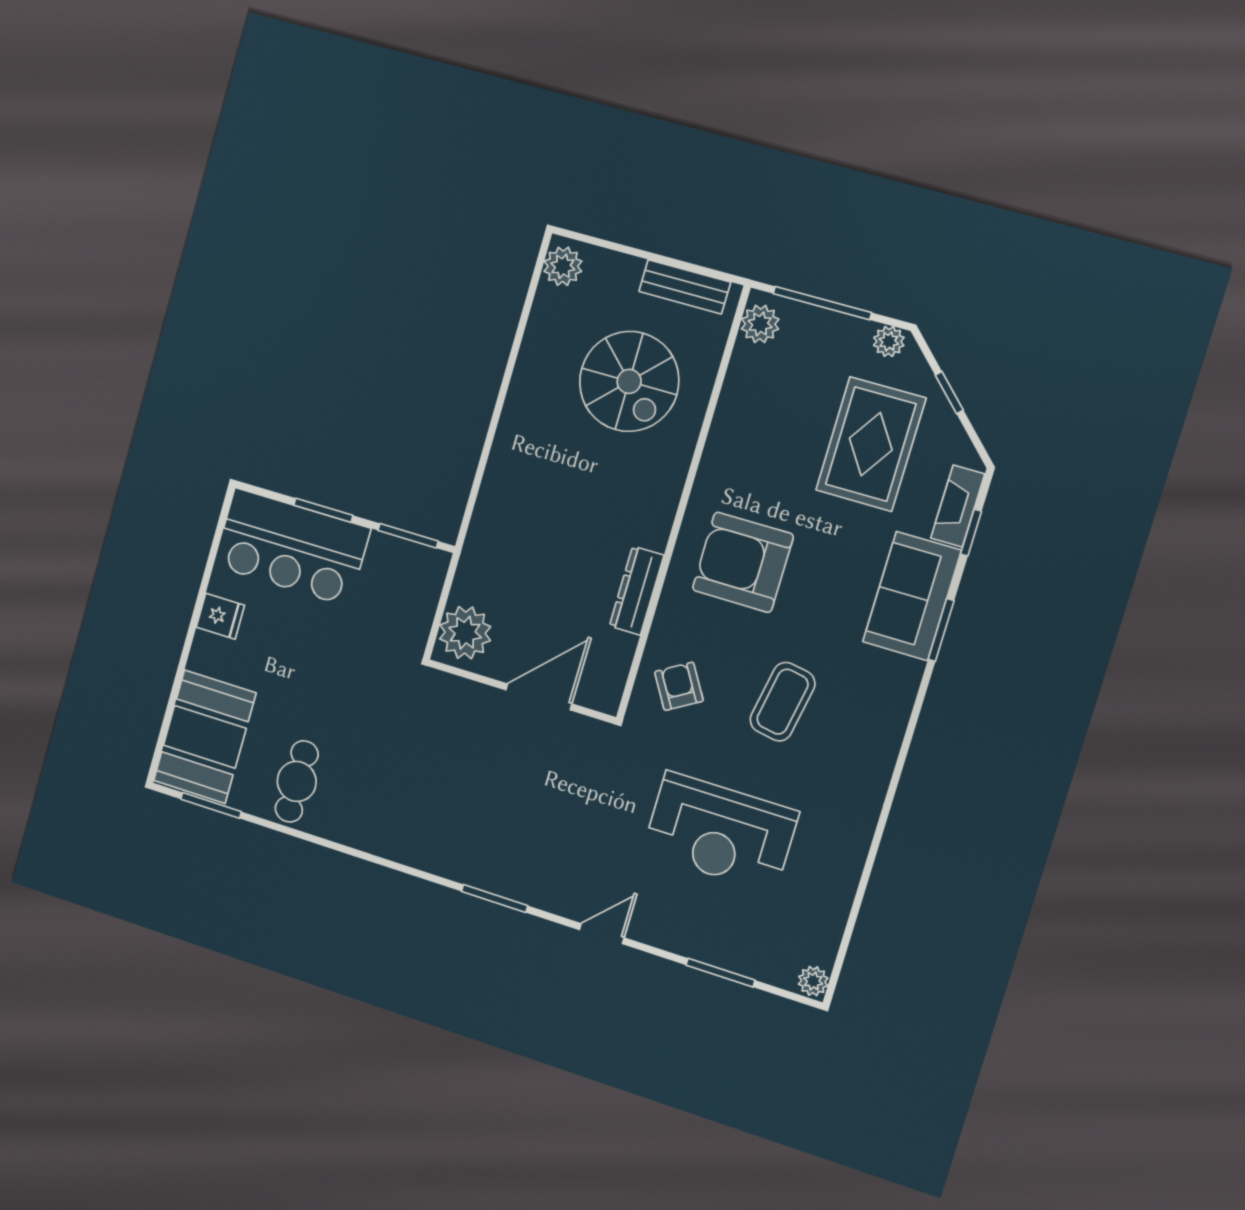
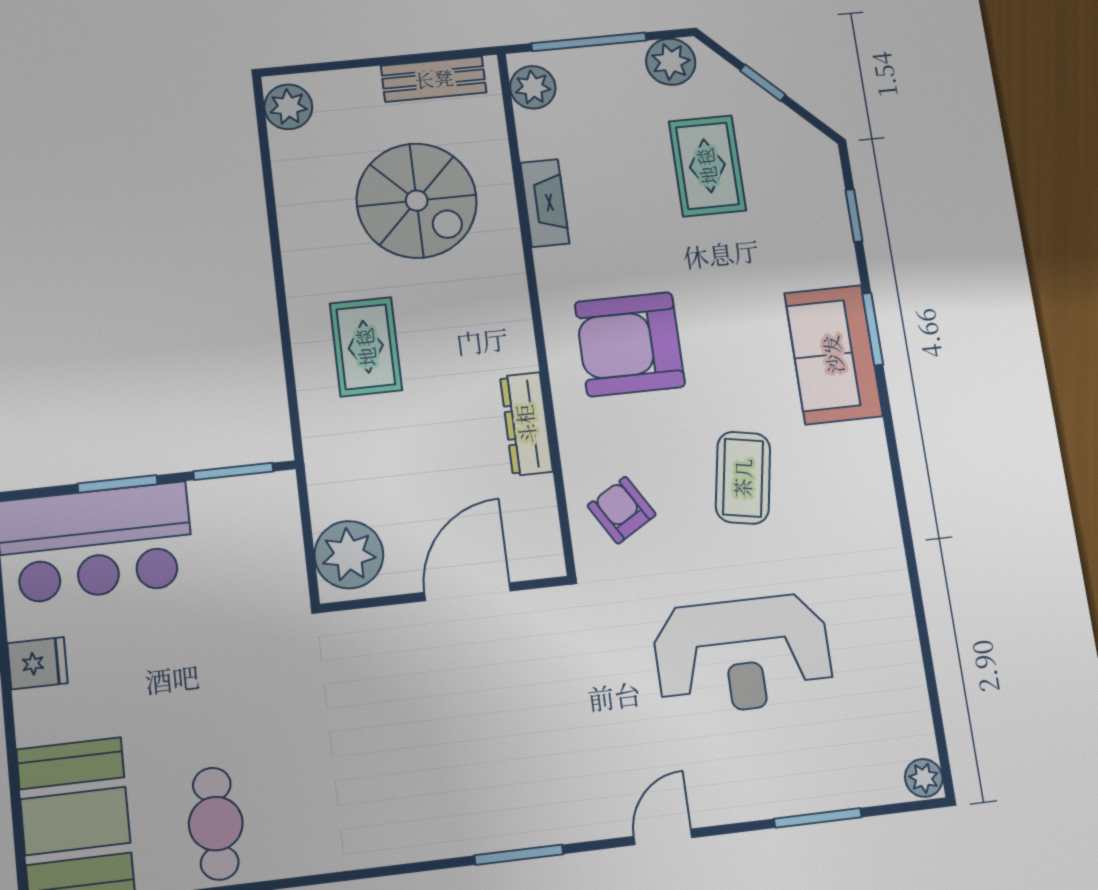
plant: (889, 341) -> (671, 62), width x1.38, depth x1.38
rug: (871, 444) -> (707, 166), width x0.73, depth x0.70
rug: (542, 481) -> (366, 347), added
fireplace: (958, 506) -> (545, 203), moved, turned 180
sofa: (912, 596) -> (833, 354), moved

